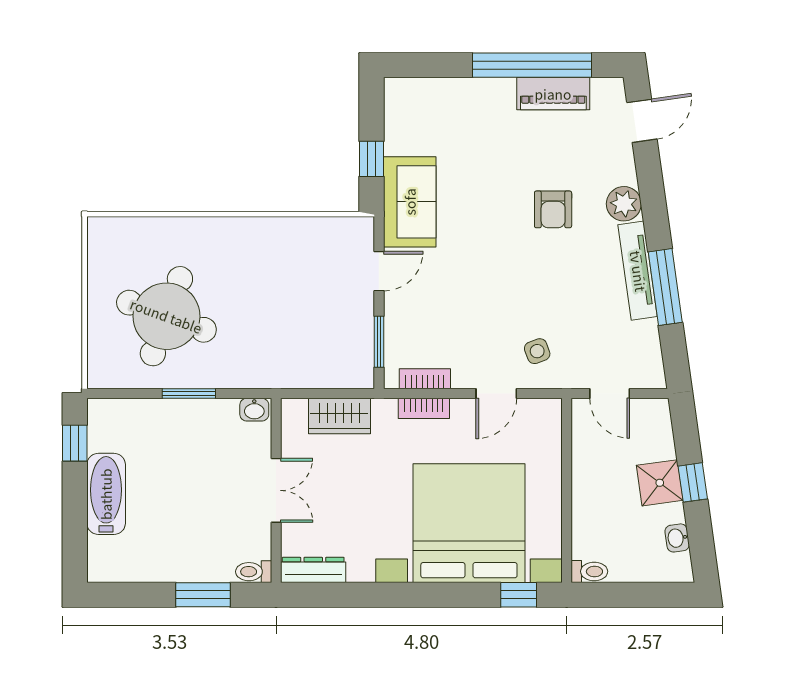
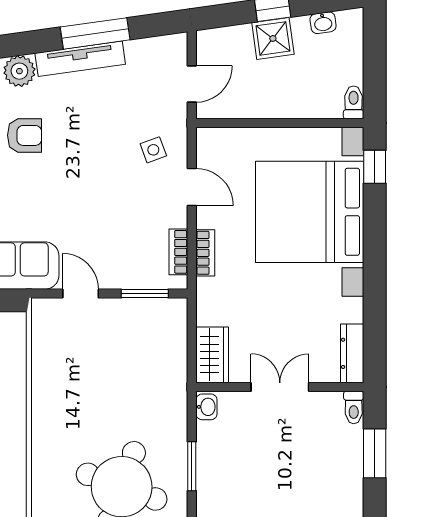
wardrobe: (339, 416) -> (212, 355), moved

